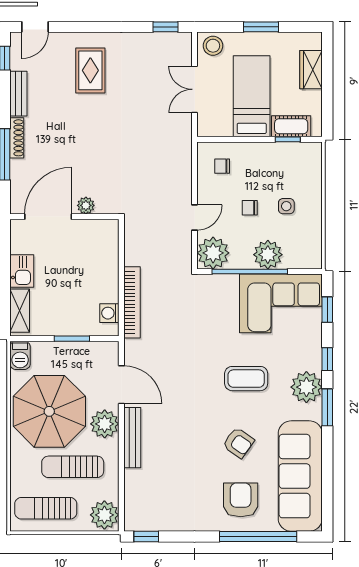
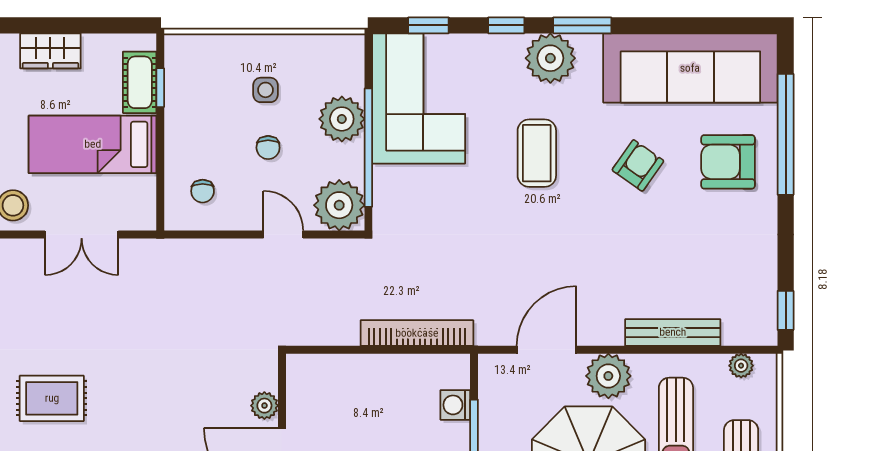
washing machine: (109, 313) -> (455, 405), moved, turned 90
bench: (132, 438) -> (673, 332), moved
plant: (104, 515) -> (741, 366), width x0.53, depth x0.53

